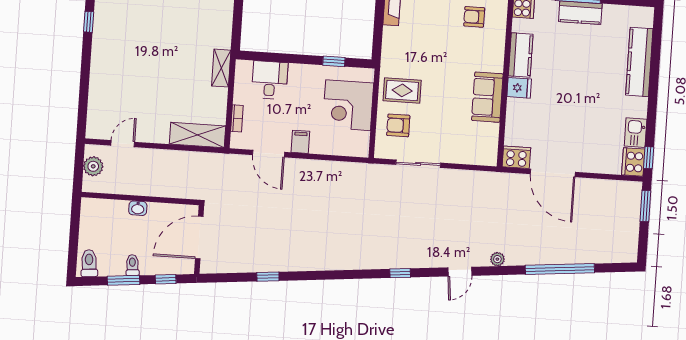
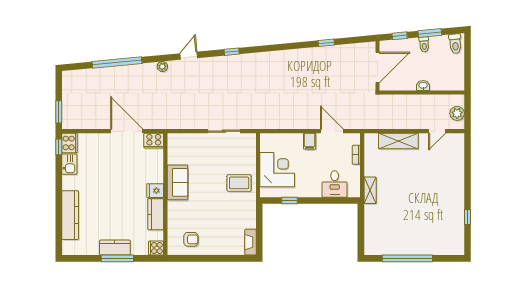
armchair: (398, 125) -> (240, 158), removed
shelving: (197, 135) -> (398, 141), moved

